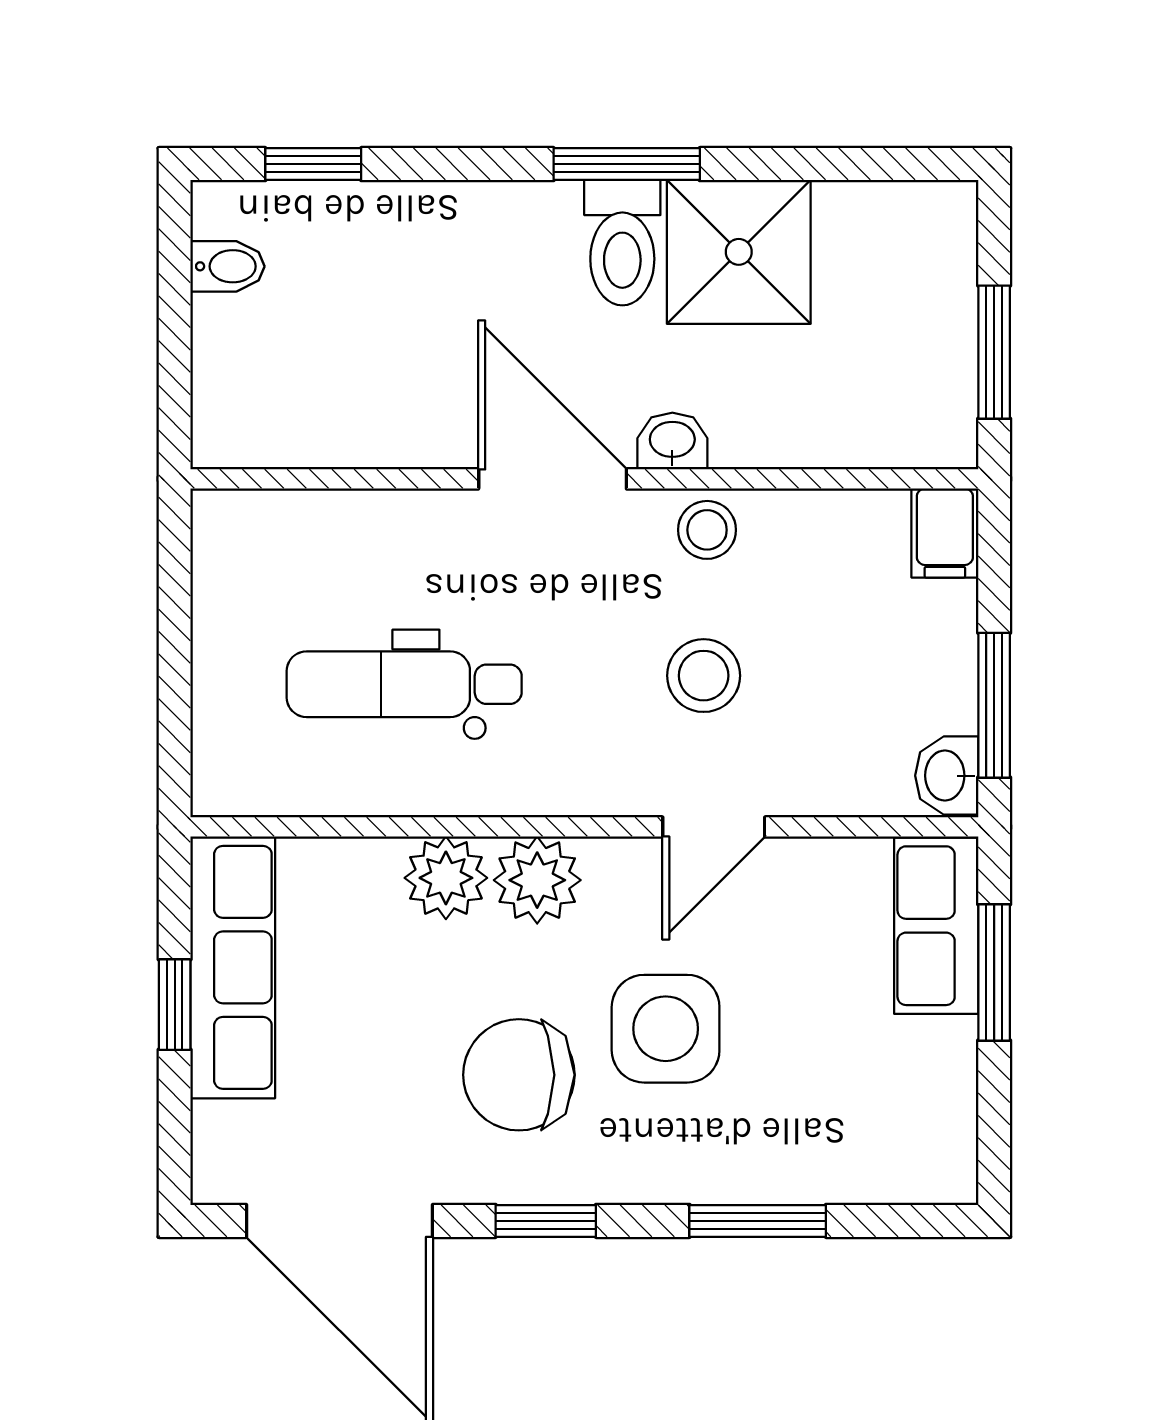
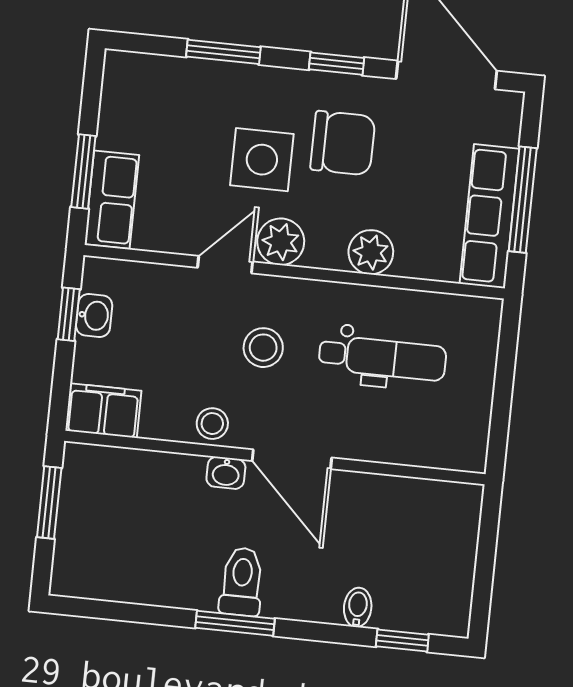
shower: (739, 252) -> (180, 570), removed
bidet: (227, 266) -> (358, 607), moved, turned 90
filing cabinet: (945, 533) -> (103, 411), width x2.00
stool: (704, 676) -> (263, 348), moved
window: (994, 705) -> (69, 314), width x0.67
washbasin: (947, 776) -> (94, 315), moved
plant: (537, 880) -> (281, 242), moved
window: (175, 1005) -> (523, 200), width x2.17

